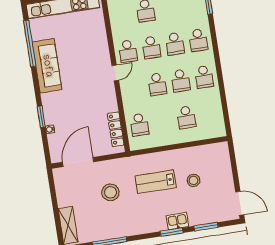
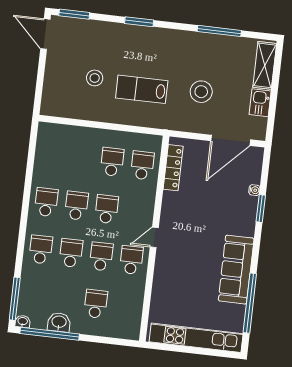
school desk: (186, 117) -> (112, 162), moved
lab bench: (156, 182) -> (142, 89), turned 180
kitchen sink: (177, 221) -> (260, 103), moved, turned 90
window: (206, 227) -> (74, 14), moved

